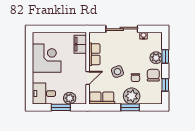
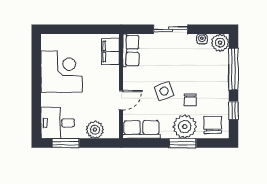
sliding door: (122, 29) -> (170, 29), width x0.73
row of seats: (94, 54) -> (131, 51), moved
window: (165, 56) -> (233, 69), width x2.17
plant: (156, 58) -> (220, 43), moved
chair: (153, 75) -> (213, 125), moved
window: (61, 107) -> (66, 143), moved

